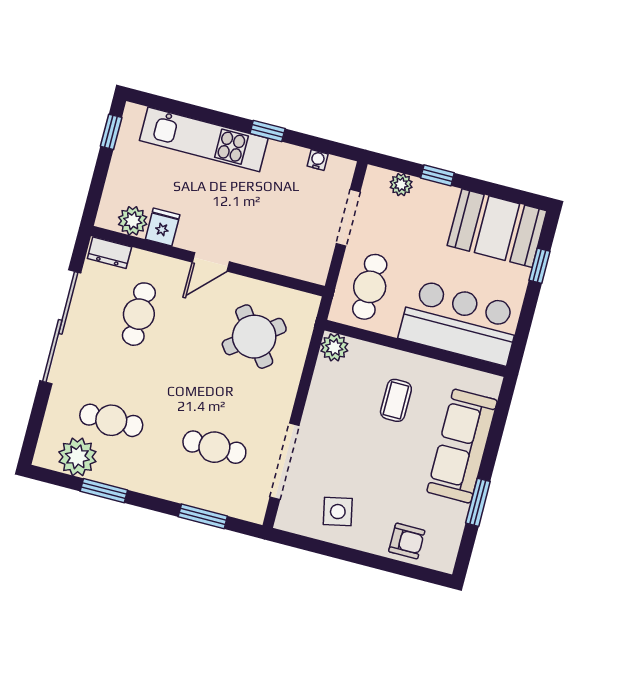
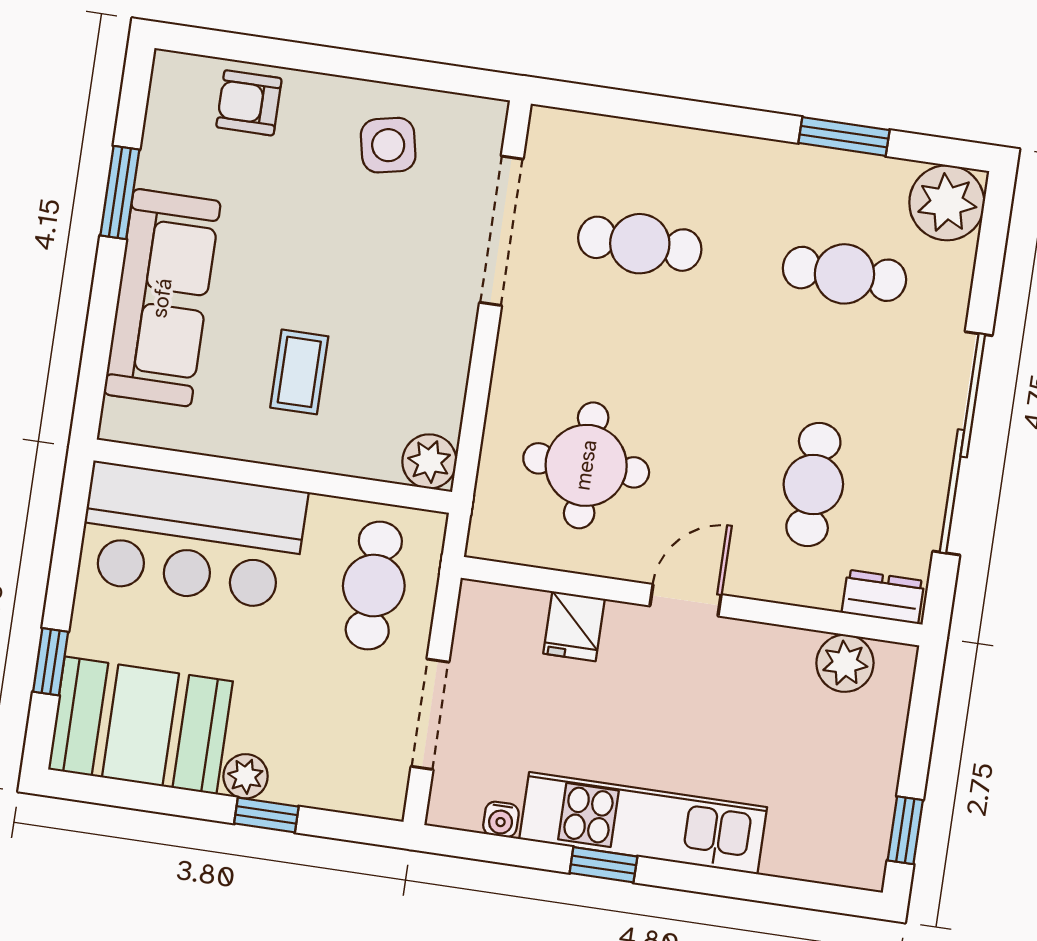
kitchen unit: (204, 139) -> (643, 823), moved
plant: (401, 185) -> (246, 776), moved
fridge: (163, 227) -> (574, 626), moved
round table: (254, 337) -> (586, 465), turned 37
plant: (77, 457) -> (947, 203), moved
window: (203, 516) -> (648, 108), removed

